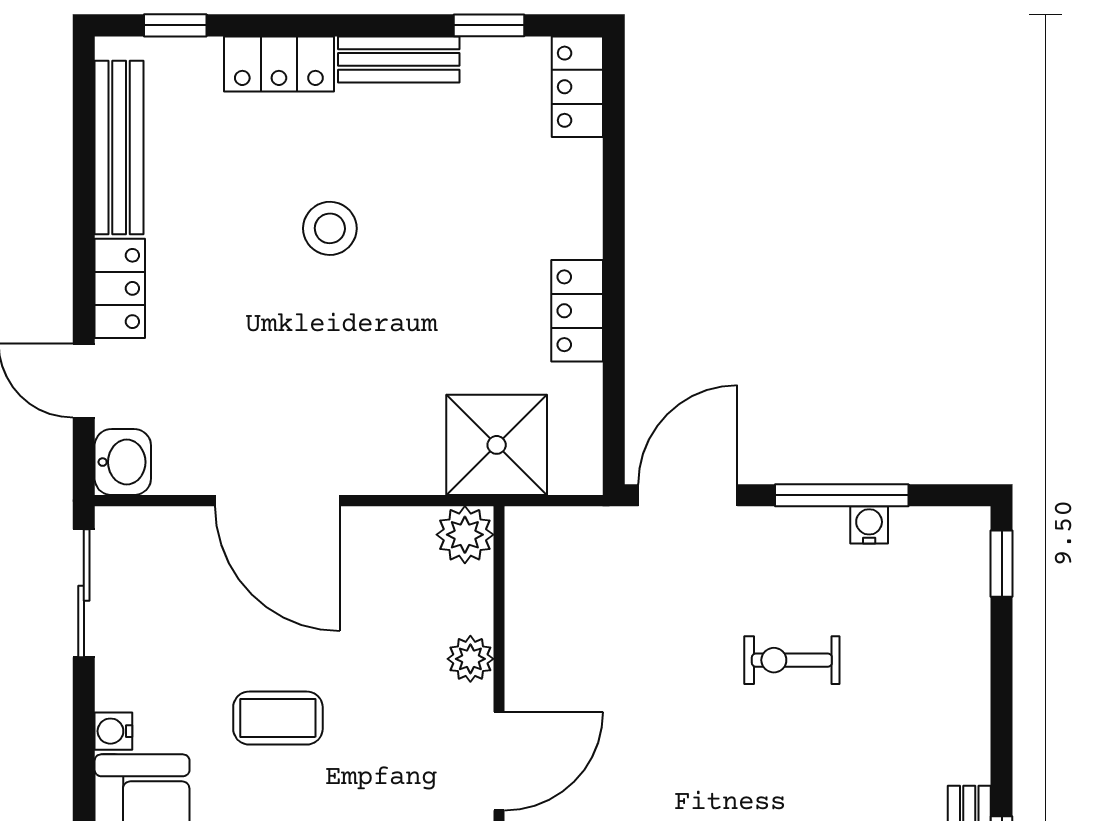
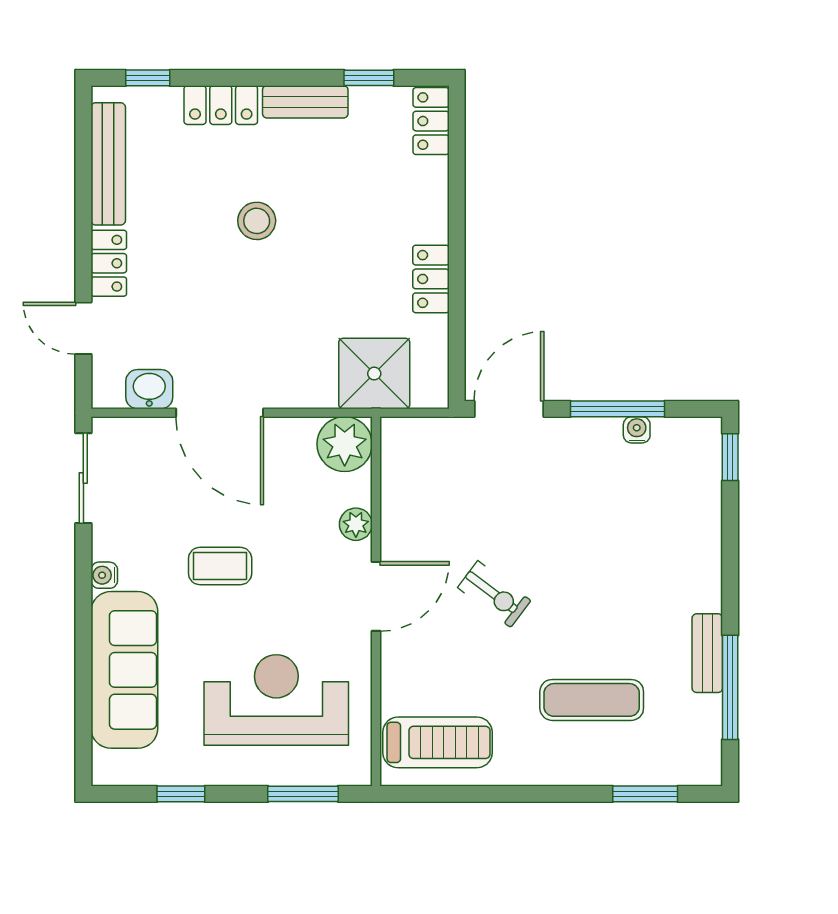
washbasin: (123, 462) -> (149, 389), moved, turned -90
plant: (465, 535) -> (345, 444), width x1.36, depth x1.36
exercise bike: (792, 660) -> (494, 594), moved, turned -143

